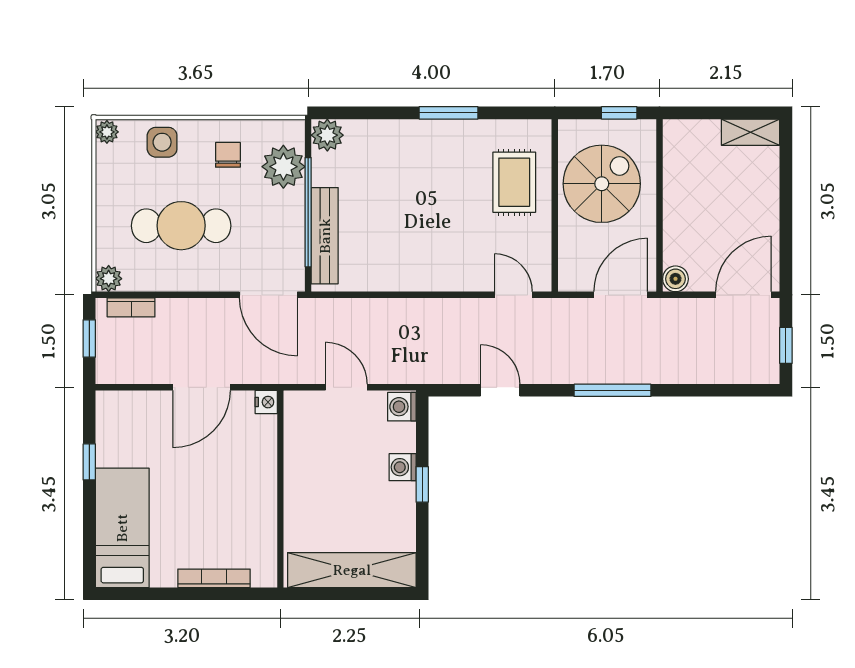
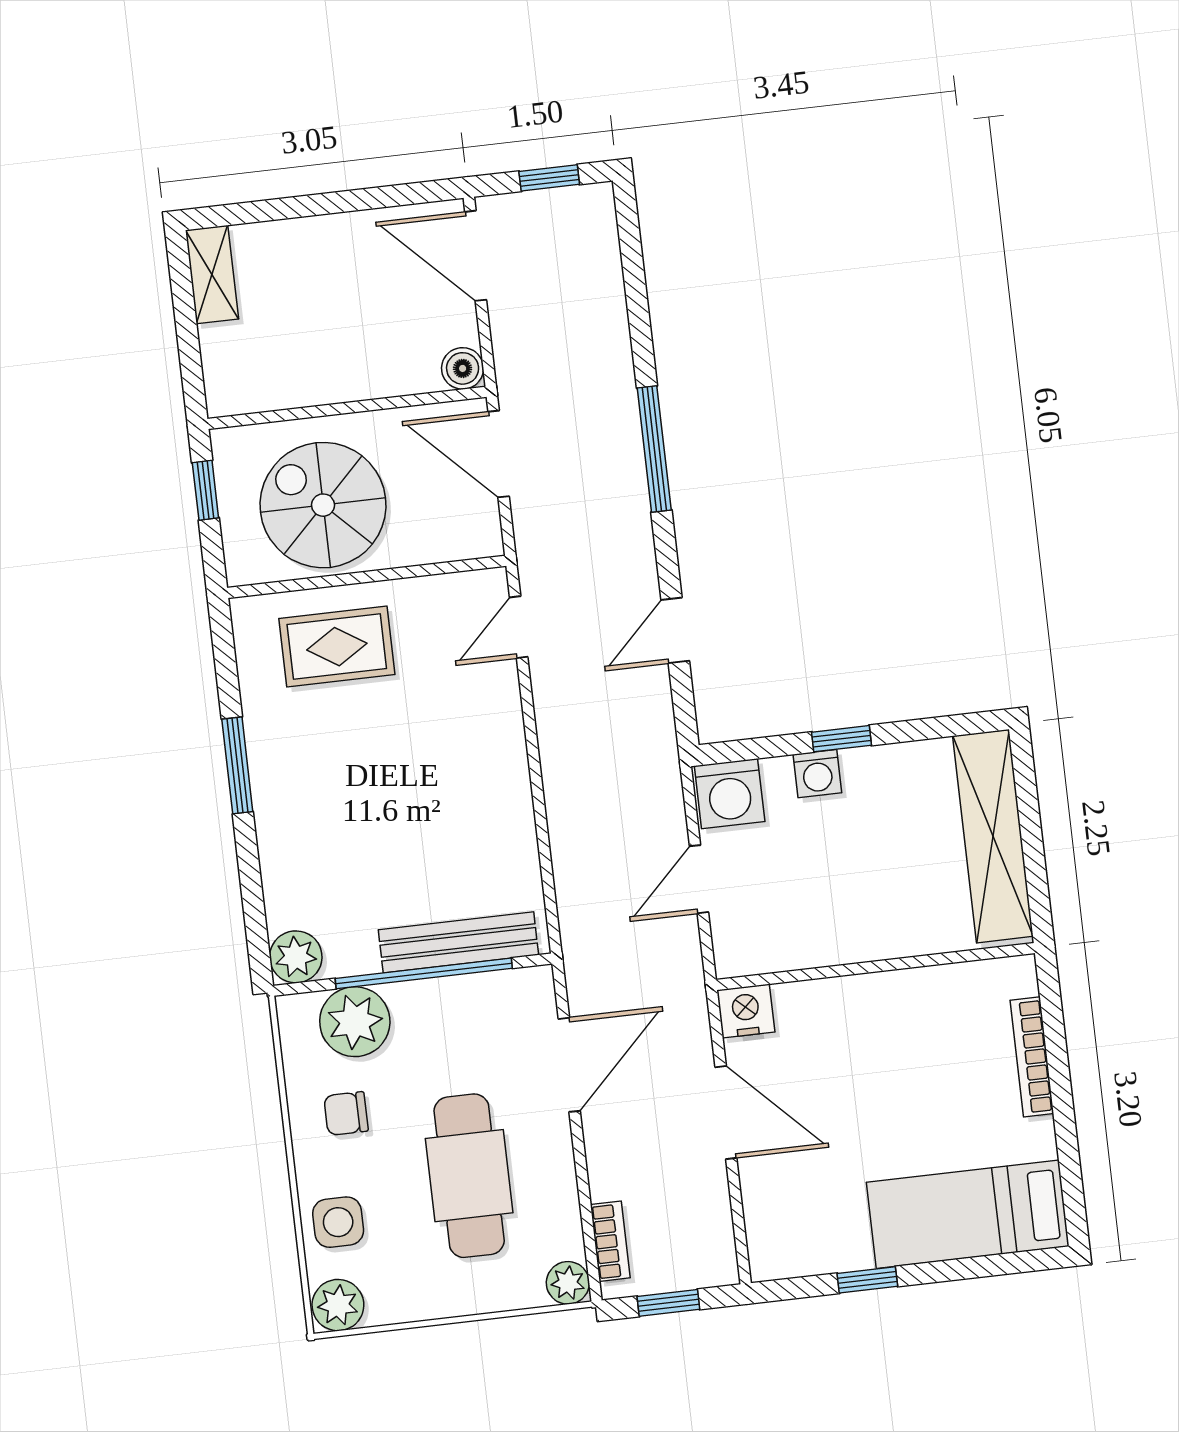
plant: (107, 132) -> (338, 1305), width x1.38, depth x1.38
door: (268, 295) -> (569, 1065), moved
nightstand: (266, 402) -> (746, 1011), width x1.39, depth x1.35
washing machine: (402, 407) -> (730, 794), width x1.38, depth x1.38

